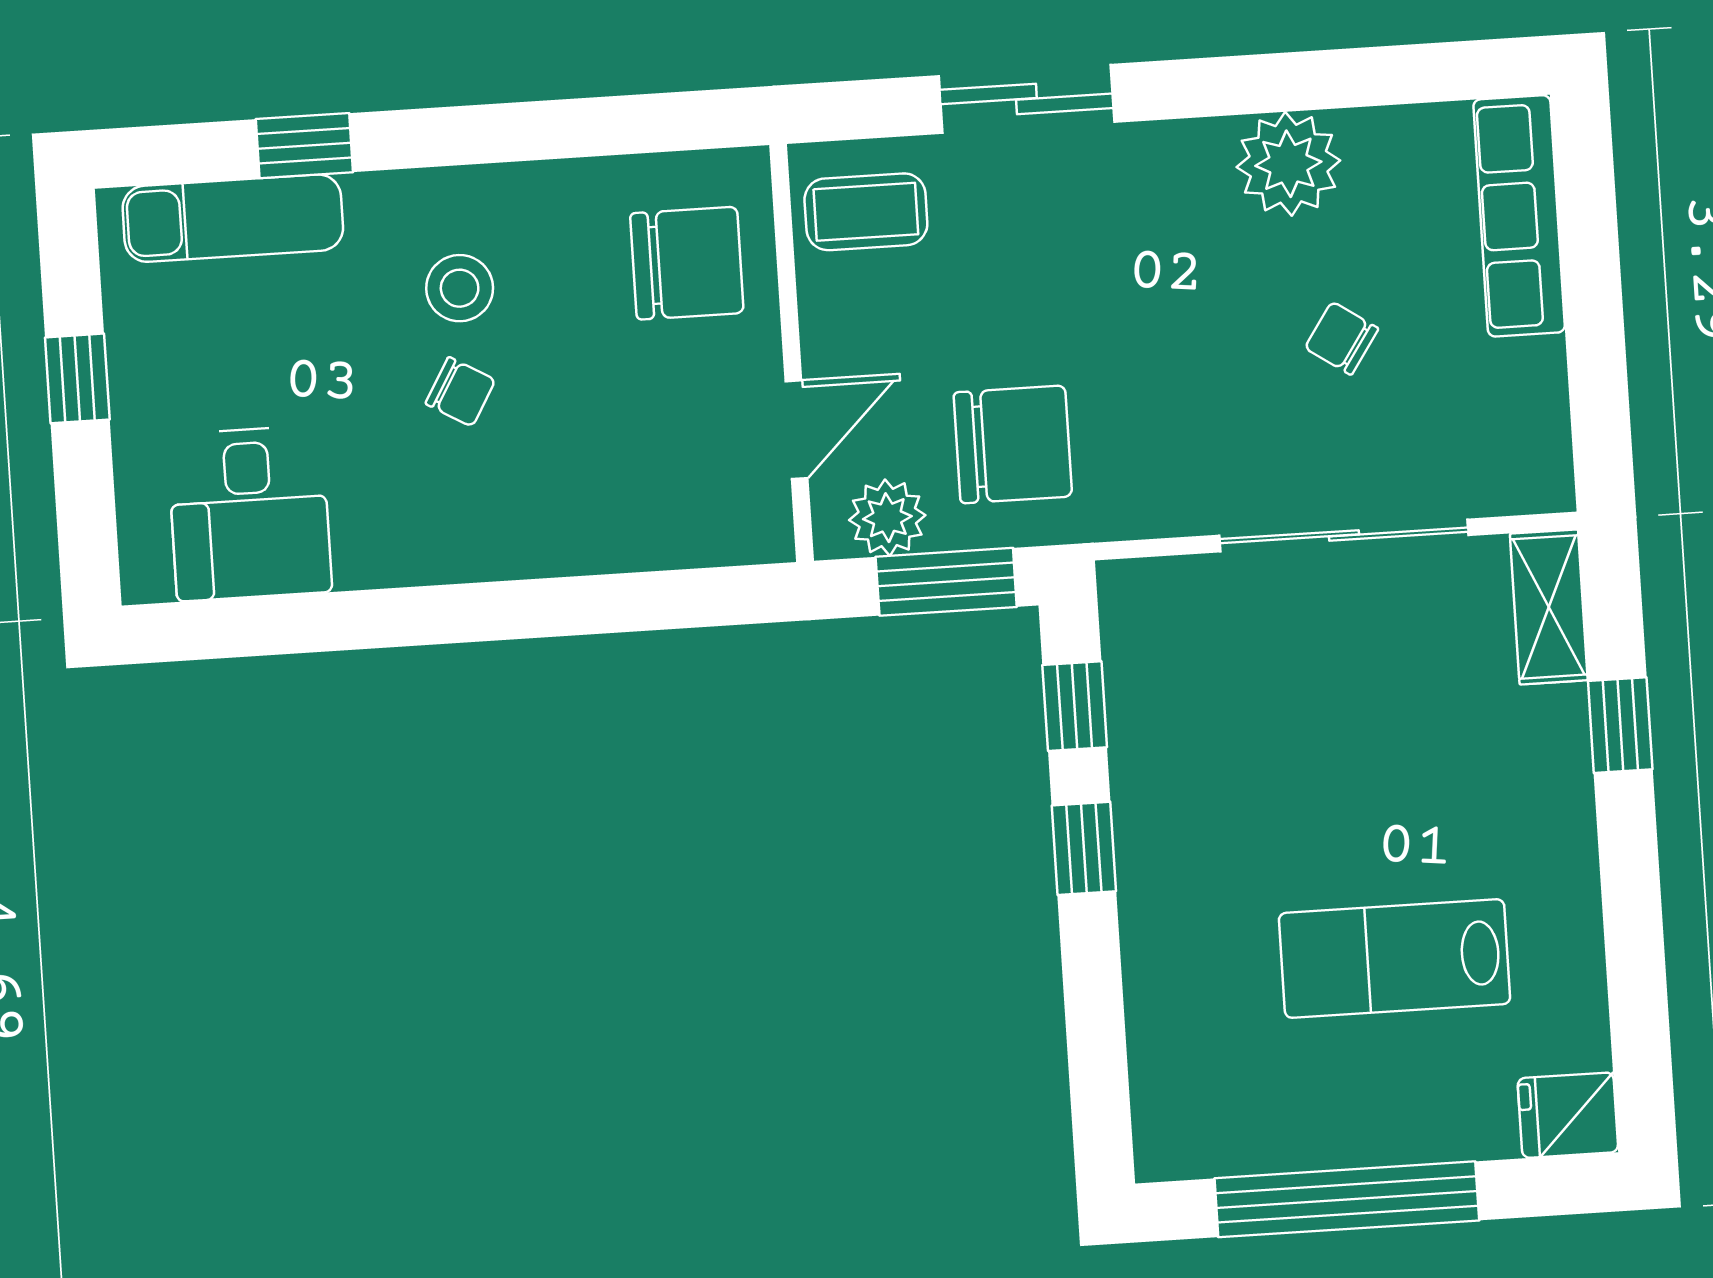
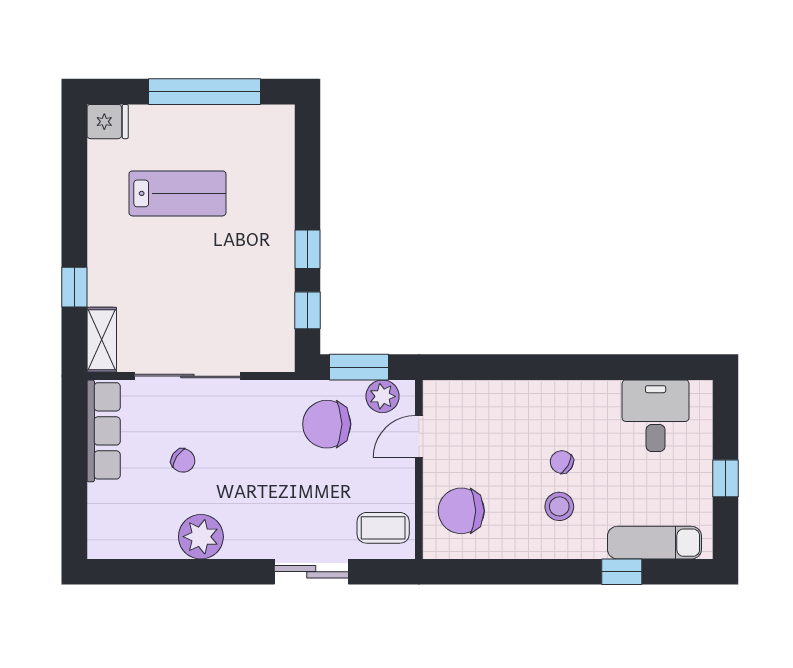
row of seats: (1519, 216) -> (104, 431), moved

